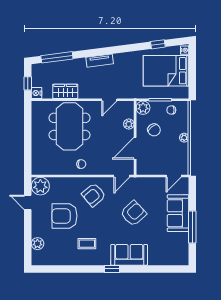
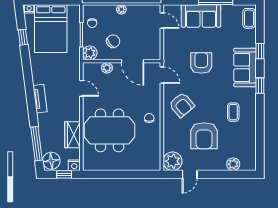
floor lamp: (41, 71) -> (51, 161), added
armchair: (133, 213) -> (201, 63), turned 43
coffee table: (176, 259) -> (249, 18), added
window: (145, 269) -> (260, 51), added

